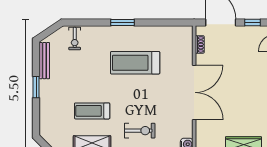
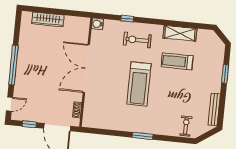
treadmill: (135, 63) -> (139, 84), moved, turned 90
window: (36, 87) -> (225, 74), moved
treadmill: (92, 111) -> (177, 61), turned 180

